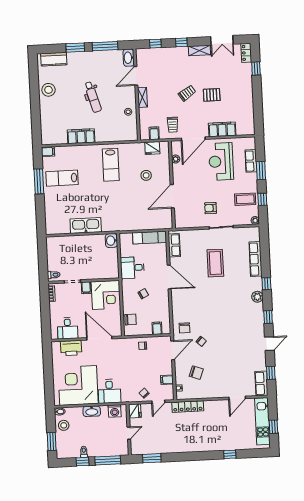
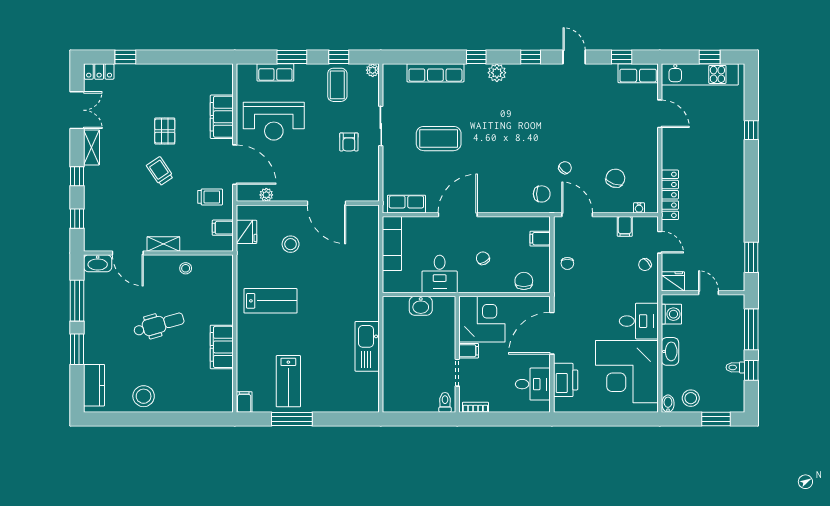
washbasin: (111, 241) -> (421, 306), moved

